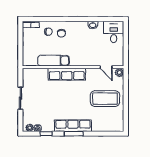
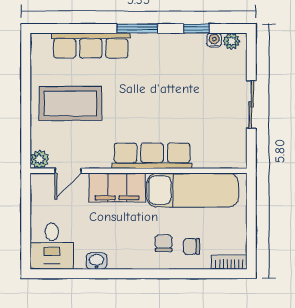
filing cabinet: (83, 59) -> (117, 188), added
exam couch: (53, 61) -> (193, 190), width x1.36, depth x1.45
door: (106, 67) -> (68, 171), swing flipped
row of seats: (73, 126) -> (91, 46), moved

